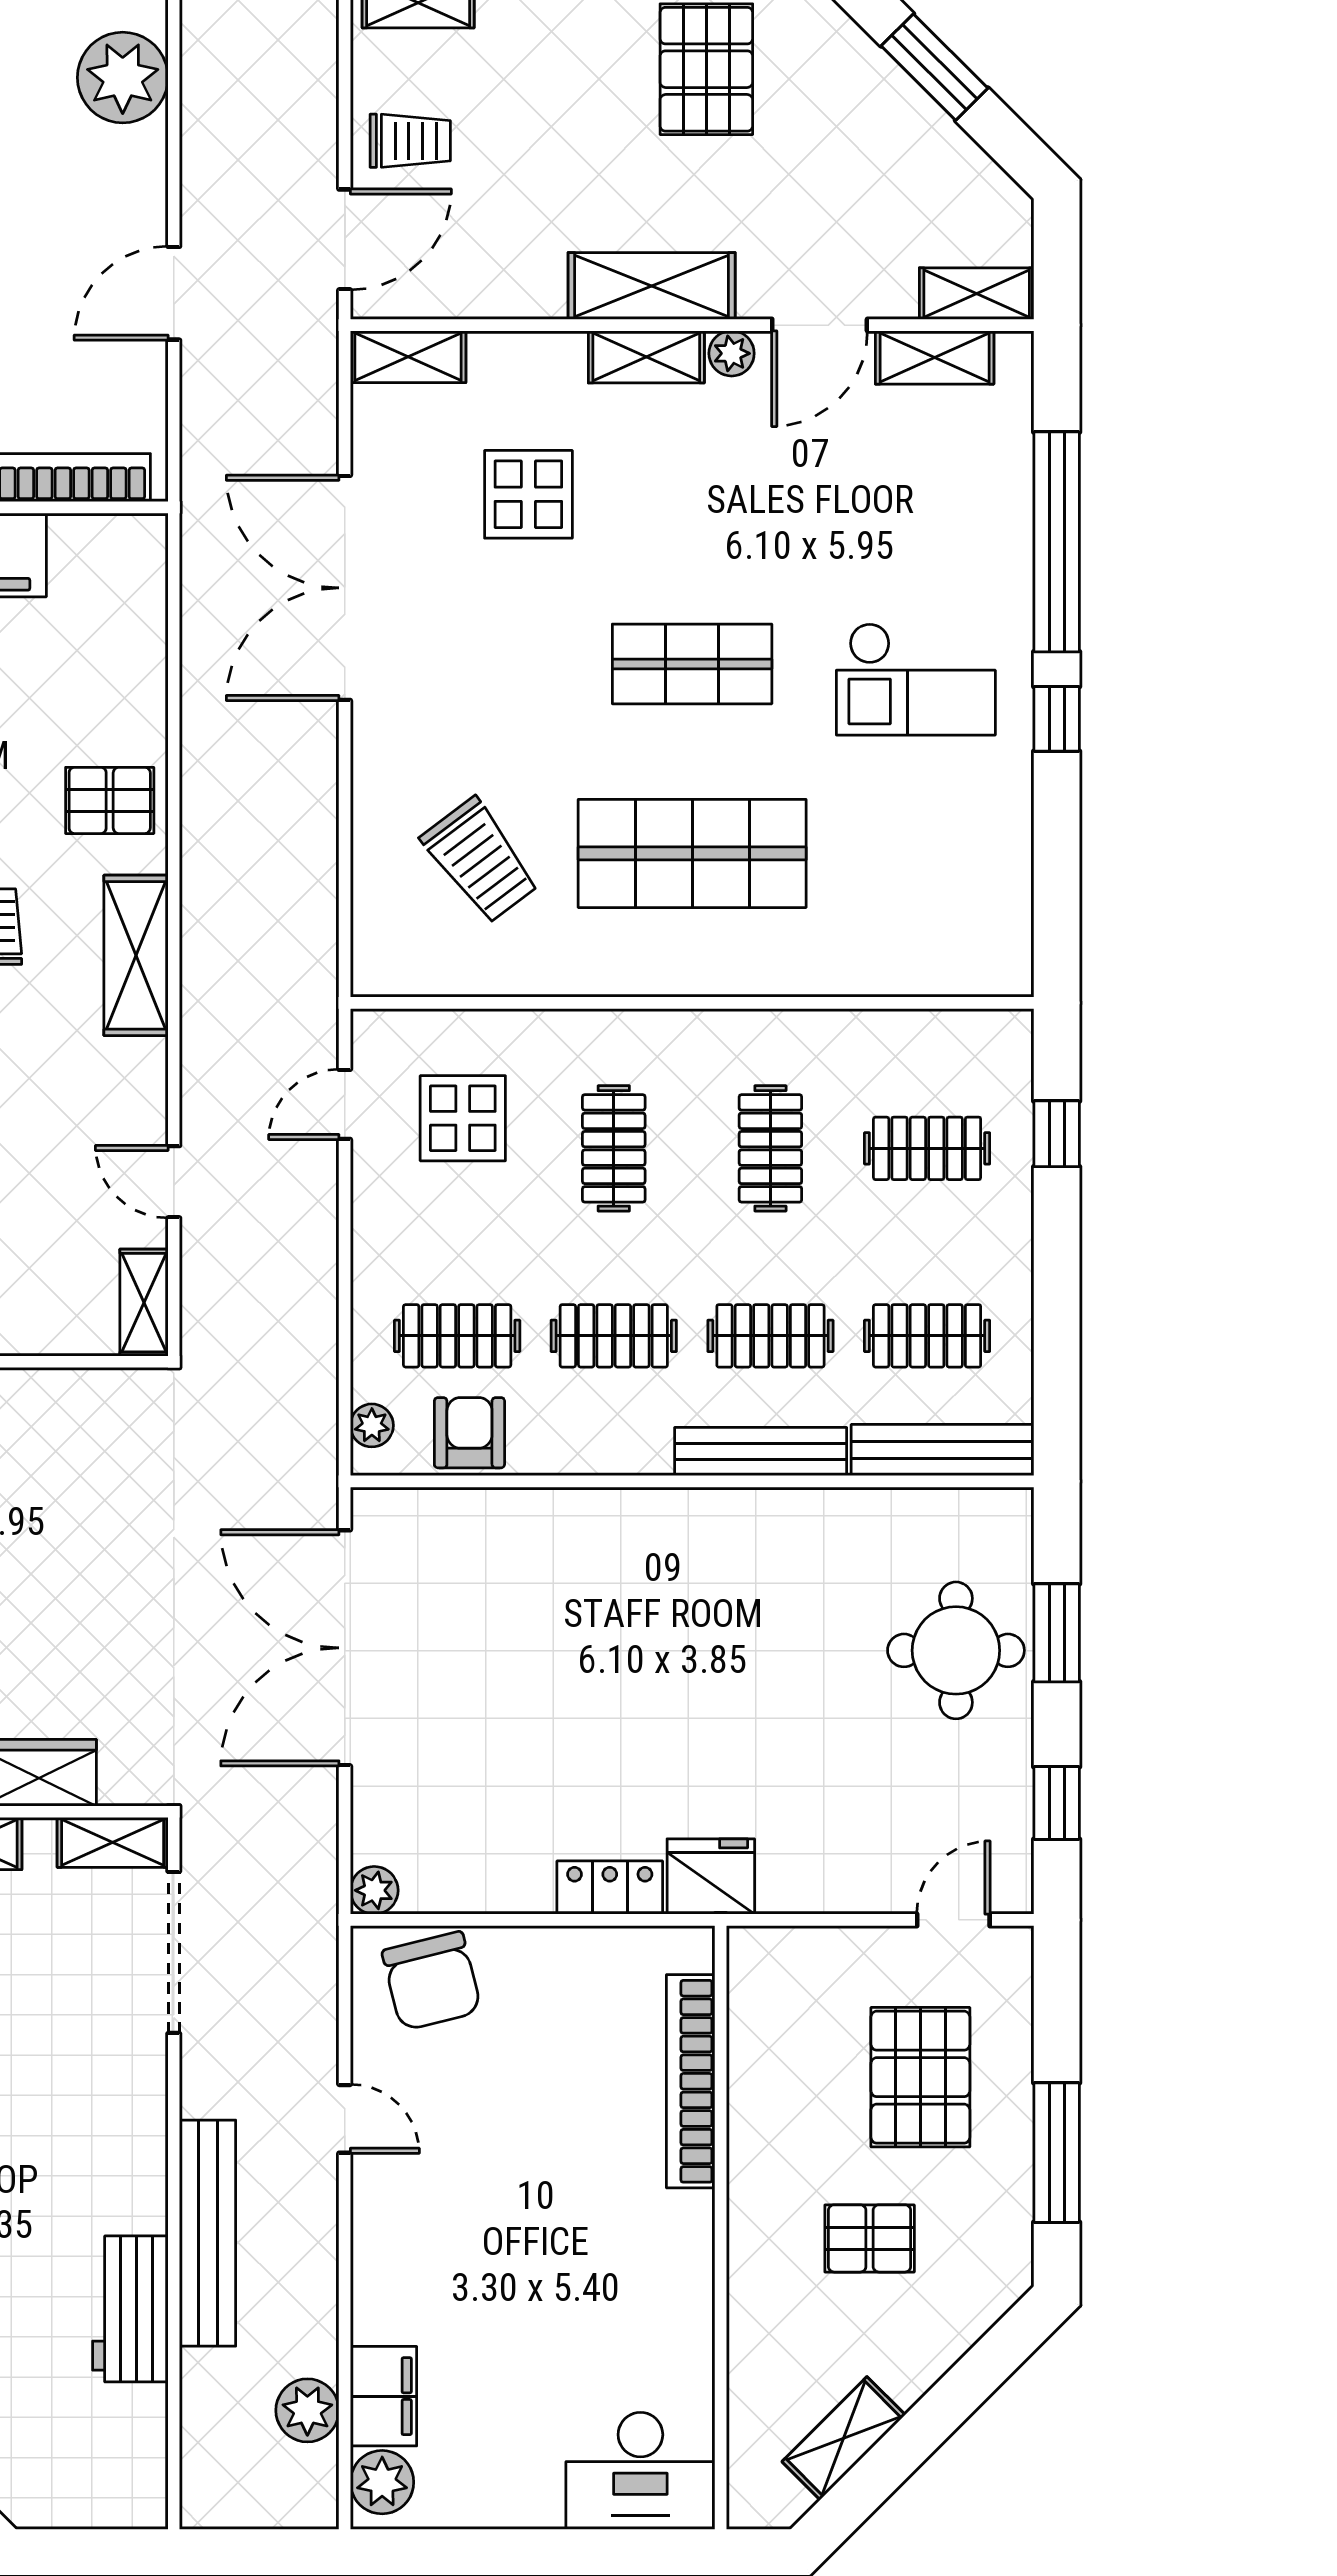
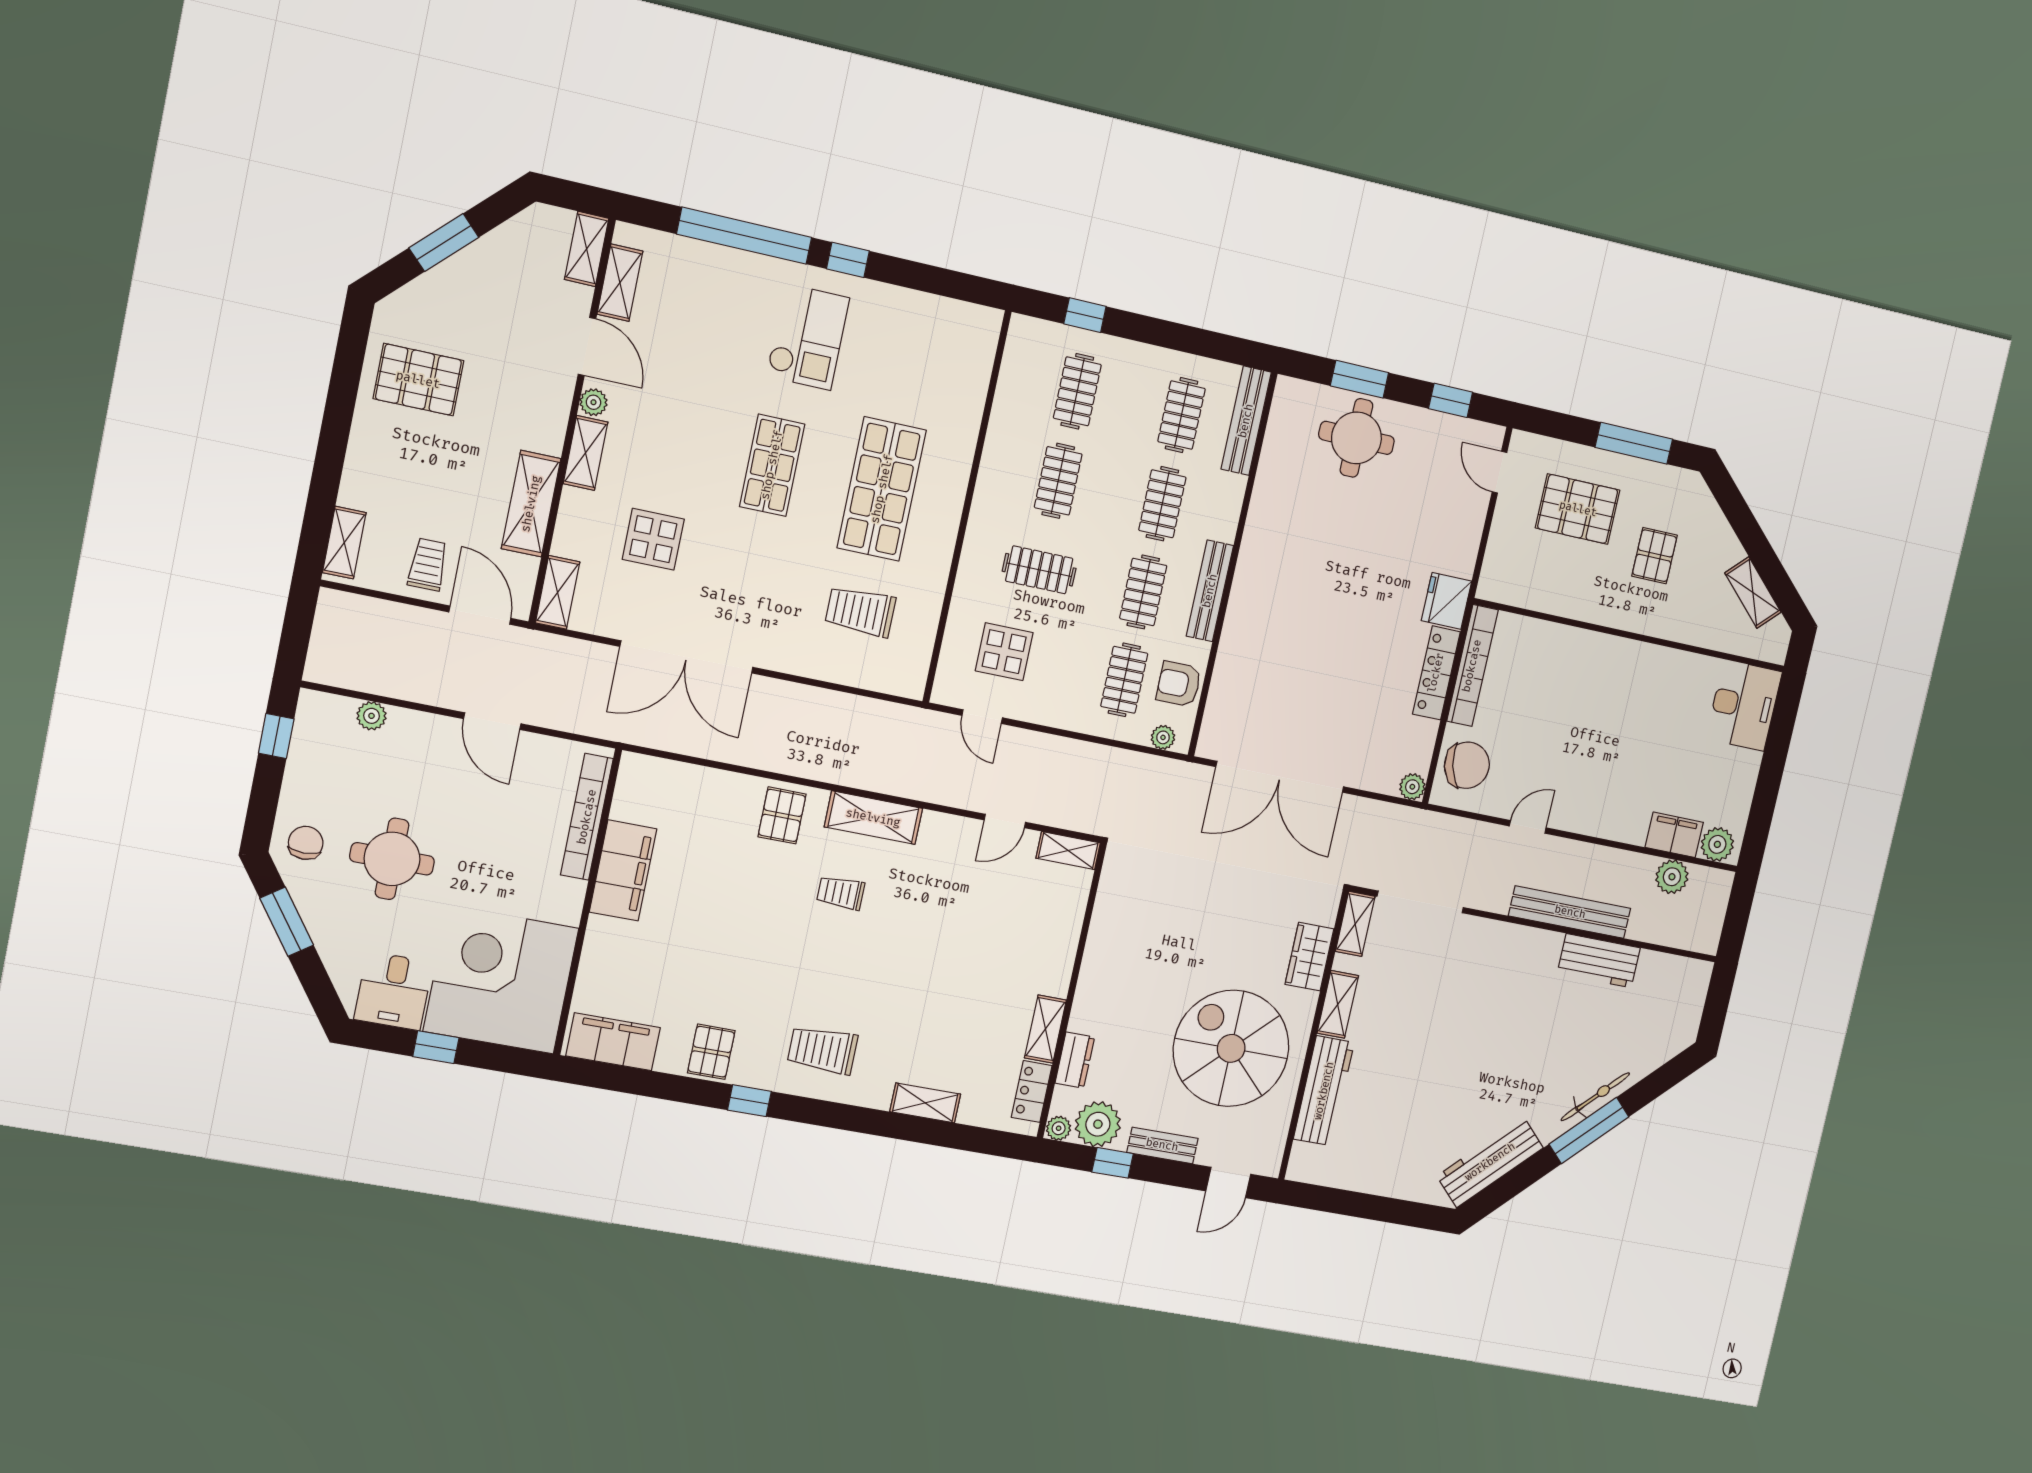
plant: (123, 78) -> (371, 716), width x0.53, depth x0.53
shelving: (652, 286) -> (531, 504), moved
trolley: (480, 861) -> (860, 611), turned -143
clothes rail: (770, 1148) -> (1058, 481), turned 90
bench: (761, 1452) -> (1210, 591), moved
locker: (610, 1888) -> (1436, 673), width x1.53
bookcase: (691, 2081) -> (1472, 666), moved, turned -90

